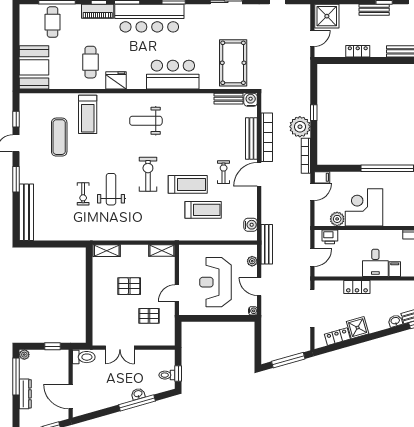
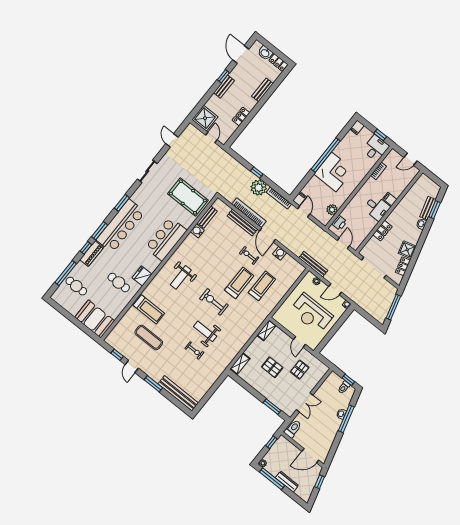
water cooler: (251, 100) -> (197, 231), moved
corner desk: (364, 207) -> (334, 172), moved, turned 180
water cooler: (251, 225) -> (280, 253), moved
pallet: (129, 286) -> (272, 367), turned 90
window: (89, 318) -> (272, 407), added

